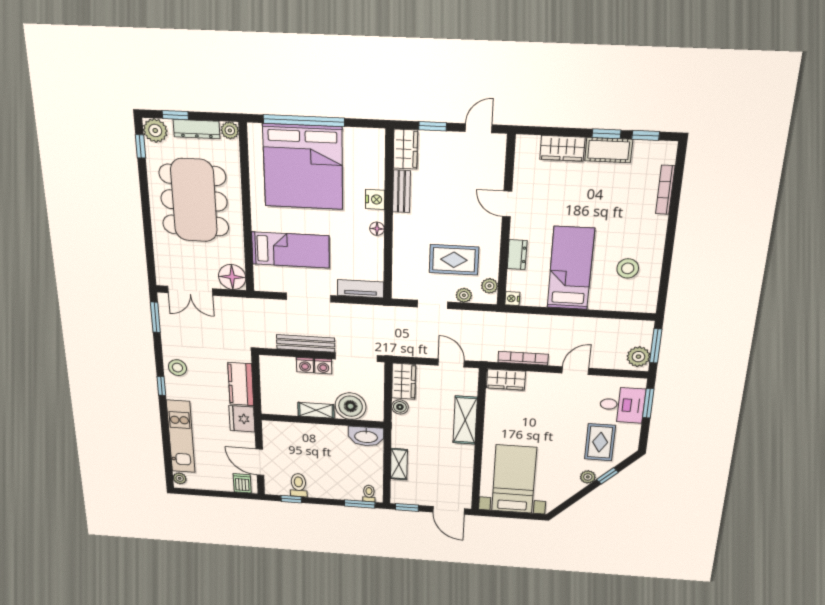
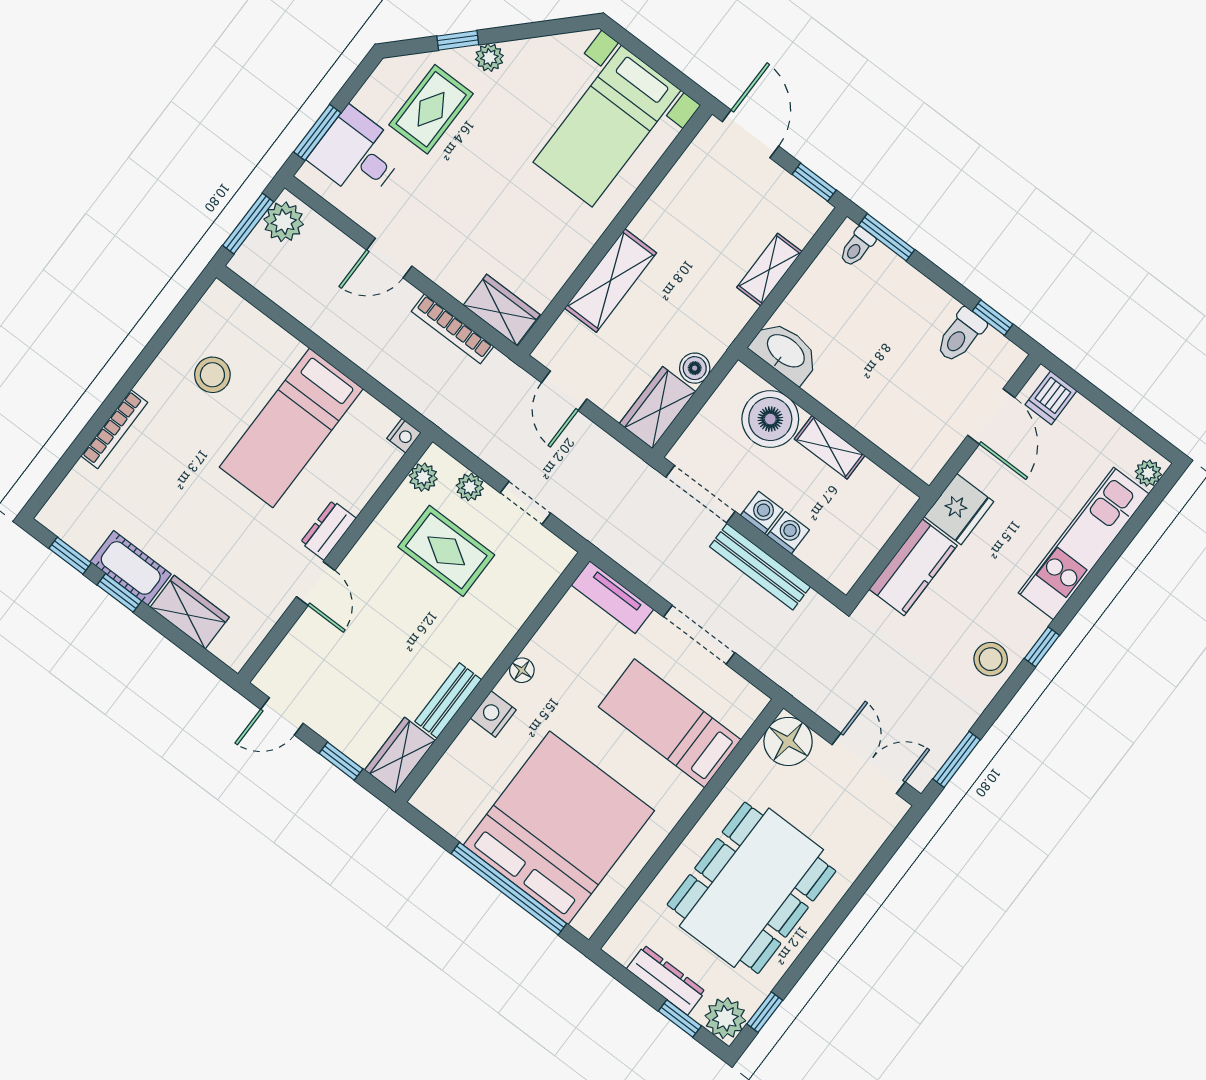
plant: (230, 130) -> (621, 946), removed
bookcase: (665, 190) -> (114, 429), moved
dresser: (517, 255) -> (328, 530), moved

